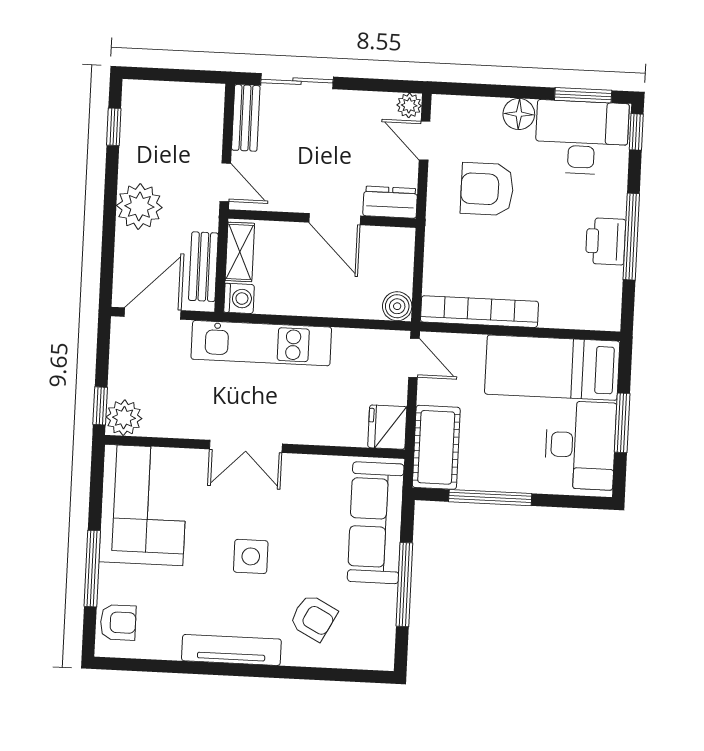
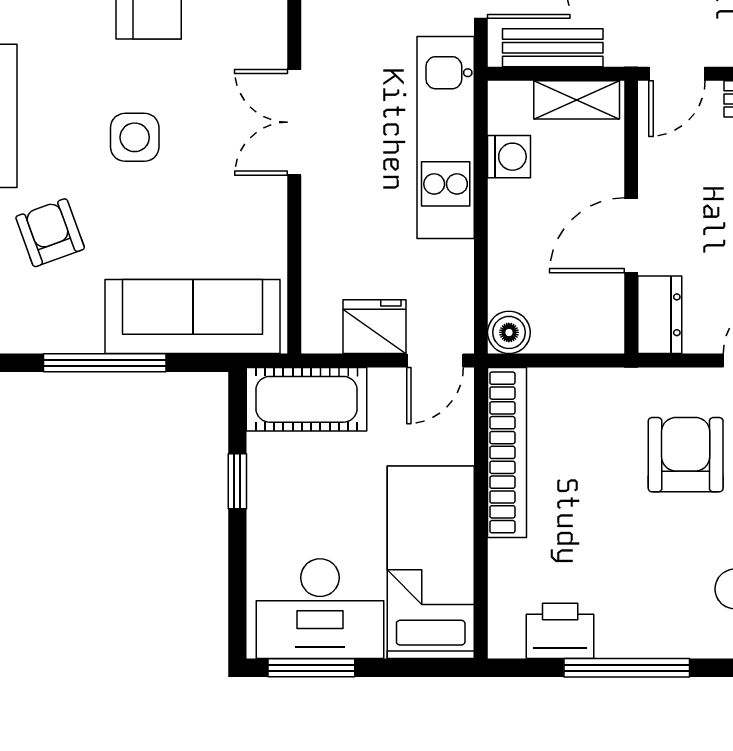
printer: (606, 241) -> (560, 631), moved
washing machine: (239, 298) -> (509, 157), moved, turned -90
window: (622, 423) -> (311, 668), moved
fridge: (387, 427) -> (375, 327), moved
window: (490, 498) -> (237, 481), width x0.46
armchair: (313, 618) -> (50, 233), turned 132

